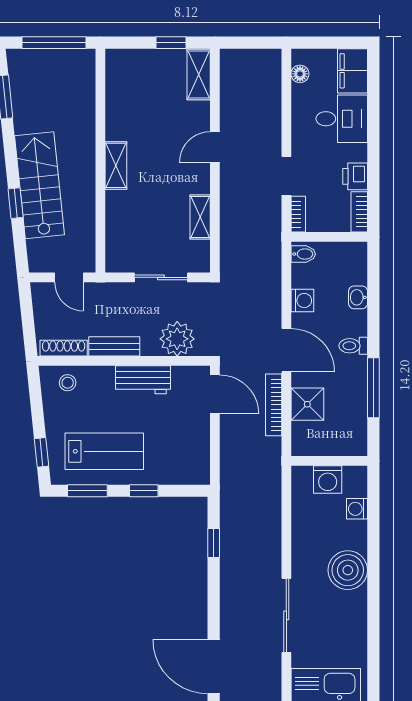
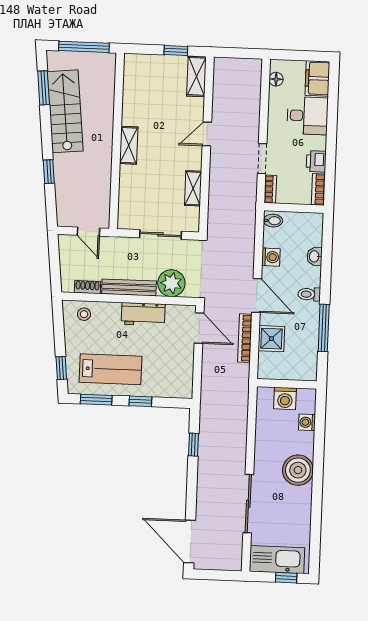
stairs: (39, 185) -> (65, 111), moved
bench: (114, 346) -> (129, 287), width x1.36
shoe rack: (64, 348) -> (87, 287), width x0.70

